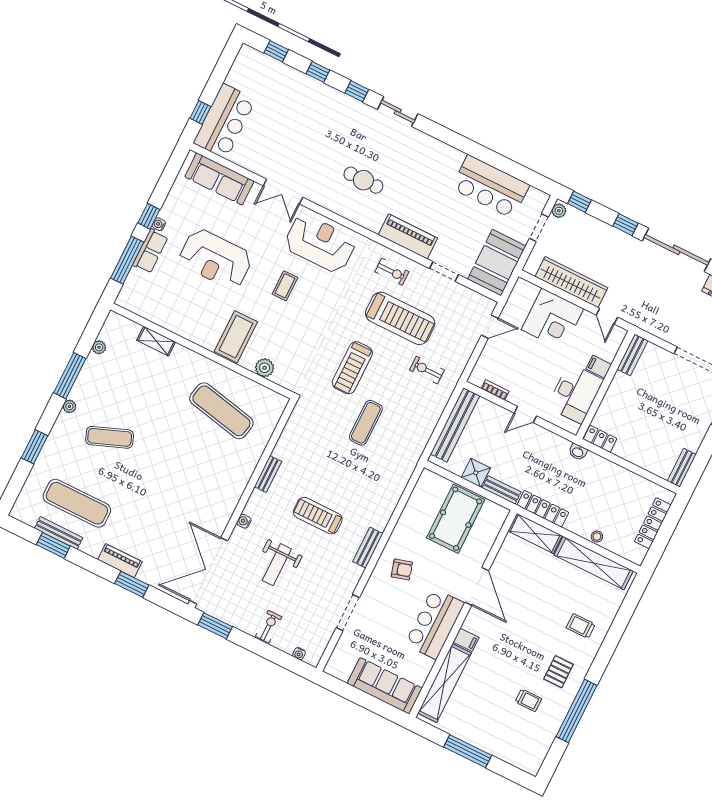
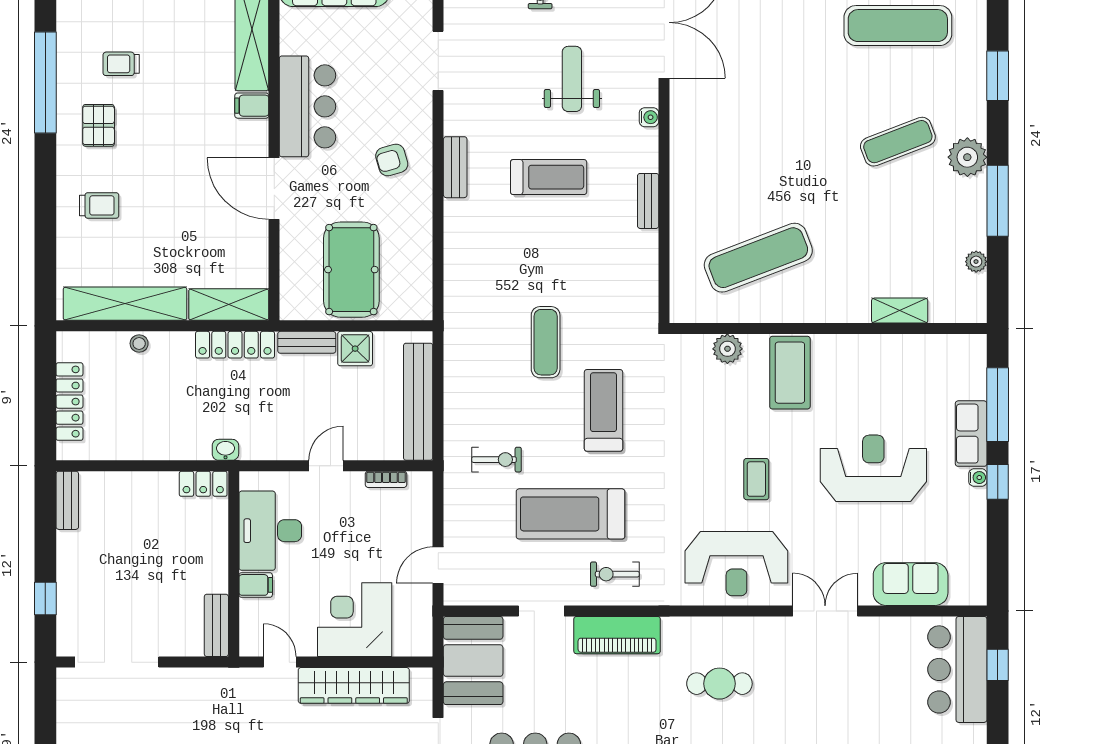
sofa: (219, 179) -> (911, 584), width x0.73
plant: (69, 406) -> (967, 157), width x1.88, depth x1.88
exercise mat: (221, 411) -> (758, 258), turned -33

